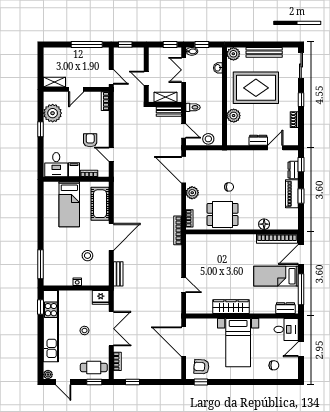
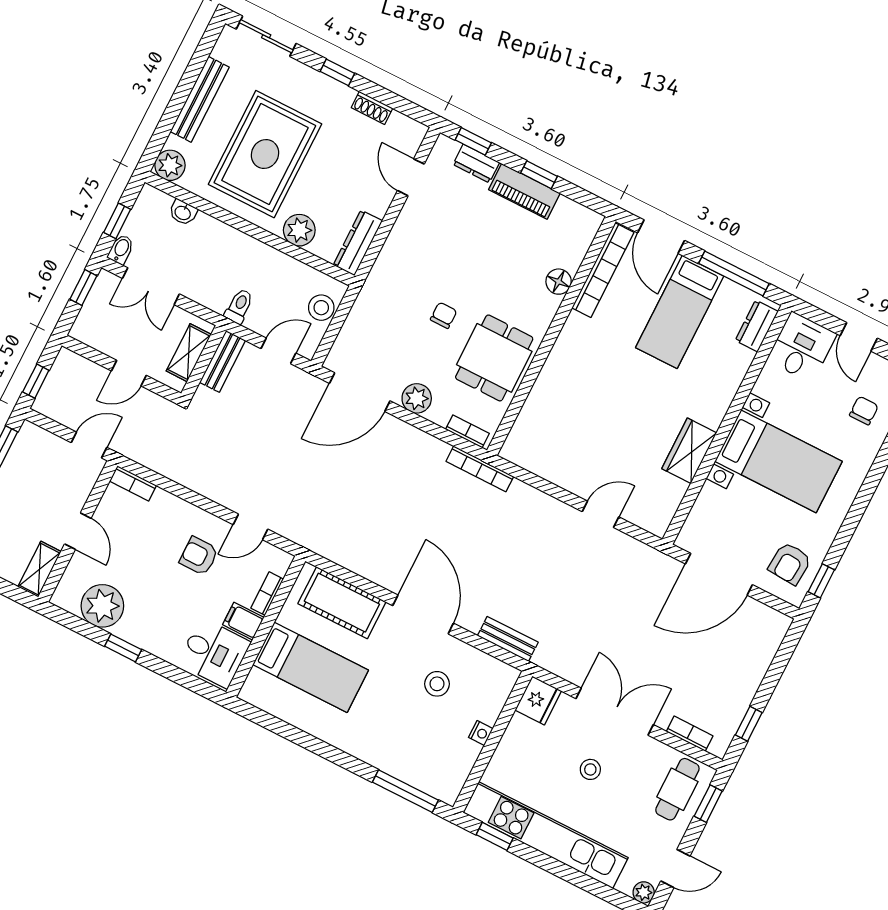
dresser: (258, 140) -> (358, 243), moved, width x1.44
wardrobe: (231, 307) -> (689, 451), width x0.67

